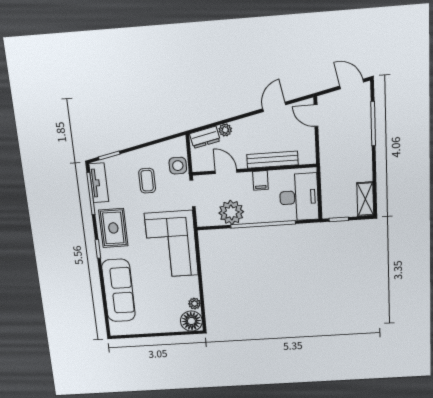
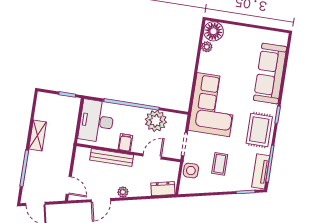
plant: (225, 130) -> (123, 192), moved
door: (226, 172) -> (152, 156), swing flipped
shelving: (365, 199) -> (38, 135), moved

